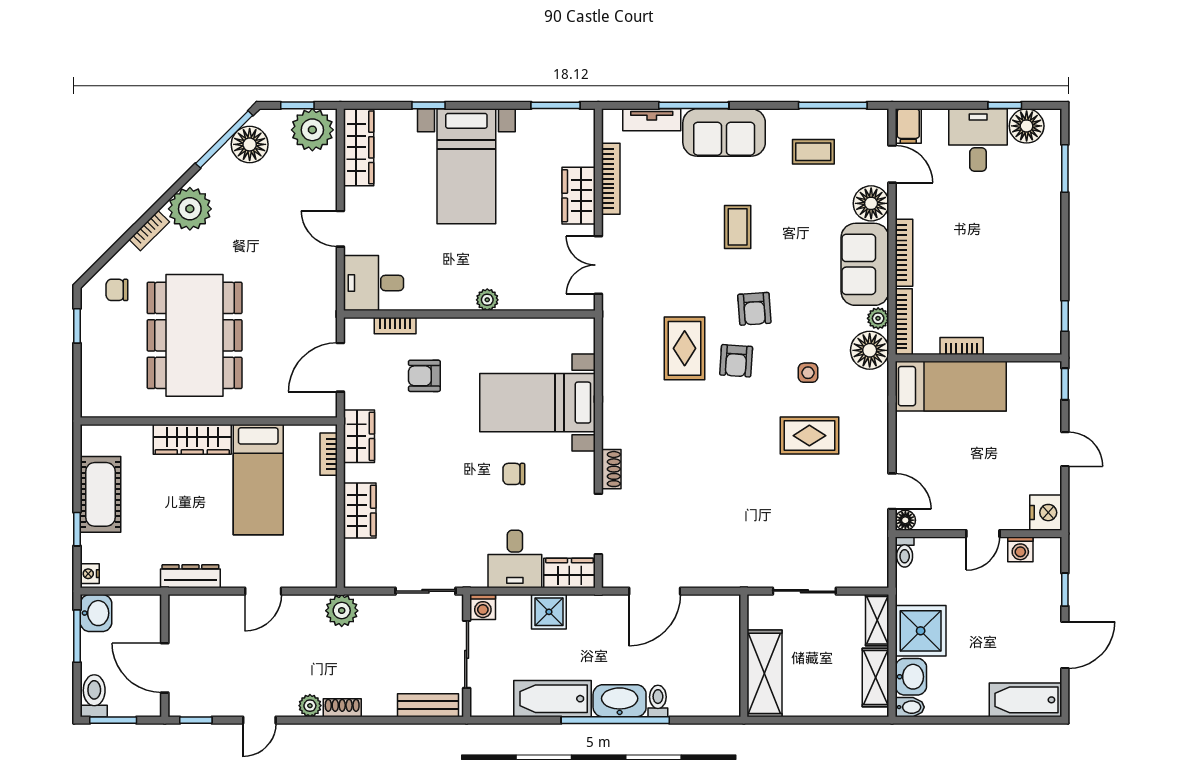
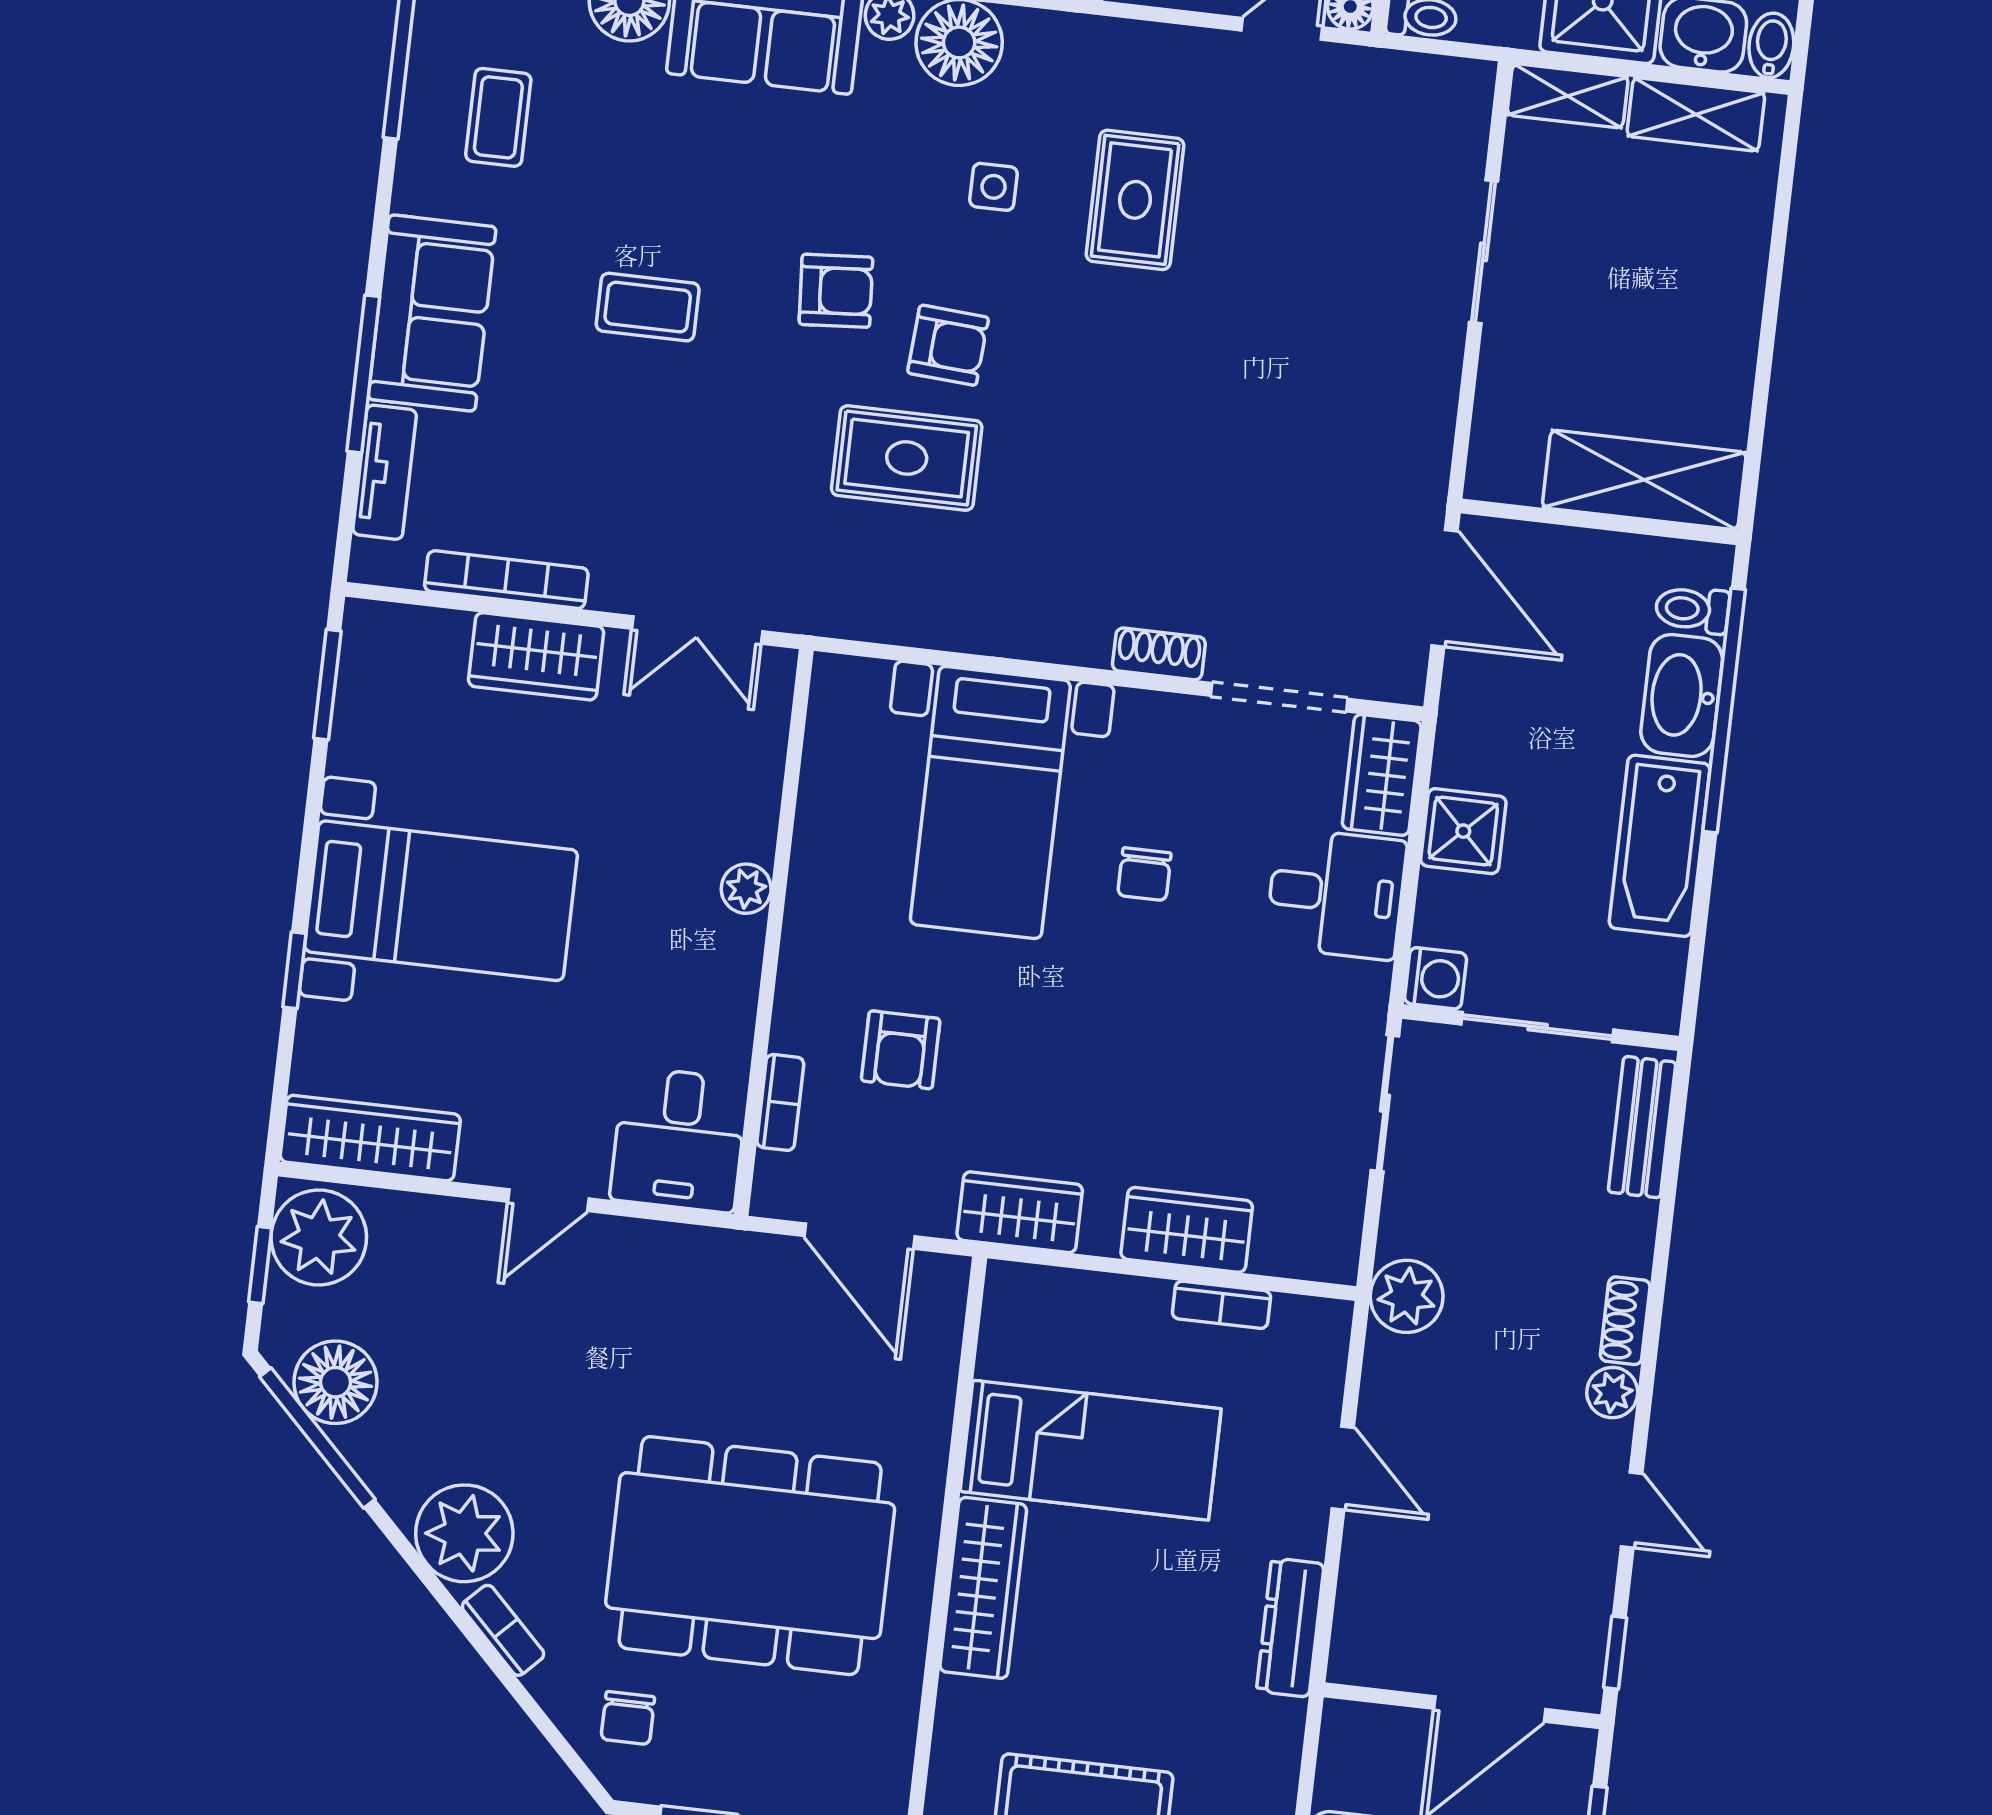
bookcase: (329, 454) -> (1221, 1305), moved
wall: (744, 656) -> (1599, 522), moved
shelving: (765, 673) -> (1644, 480), moved

